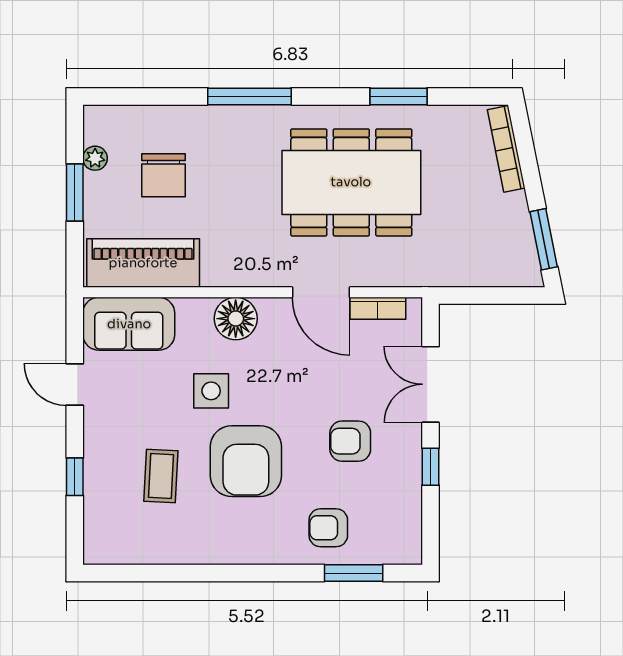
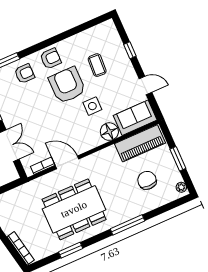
plant: (95, 158) -> (181, 187), moved
floor lamp: (236, 319) -> (109, 132), moved
armchair: (350, 441) -> (51, 58), moved

